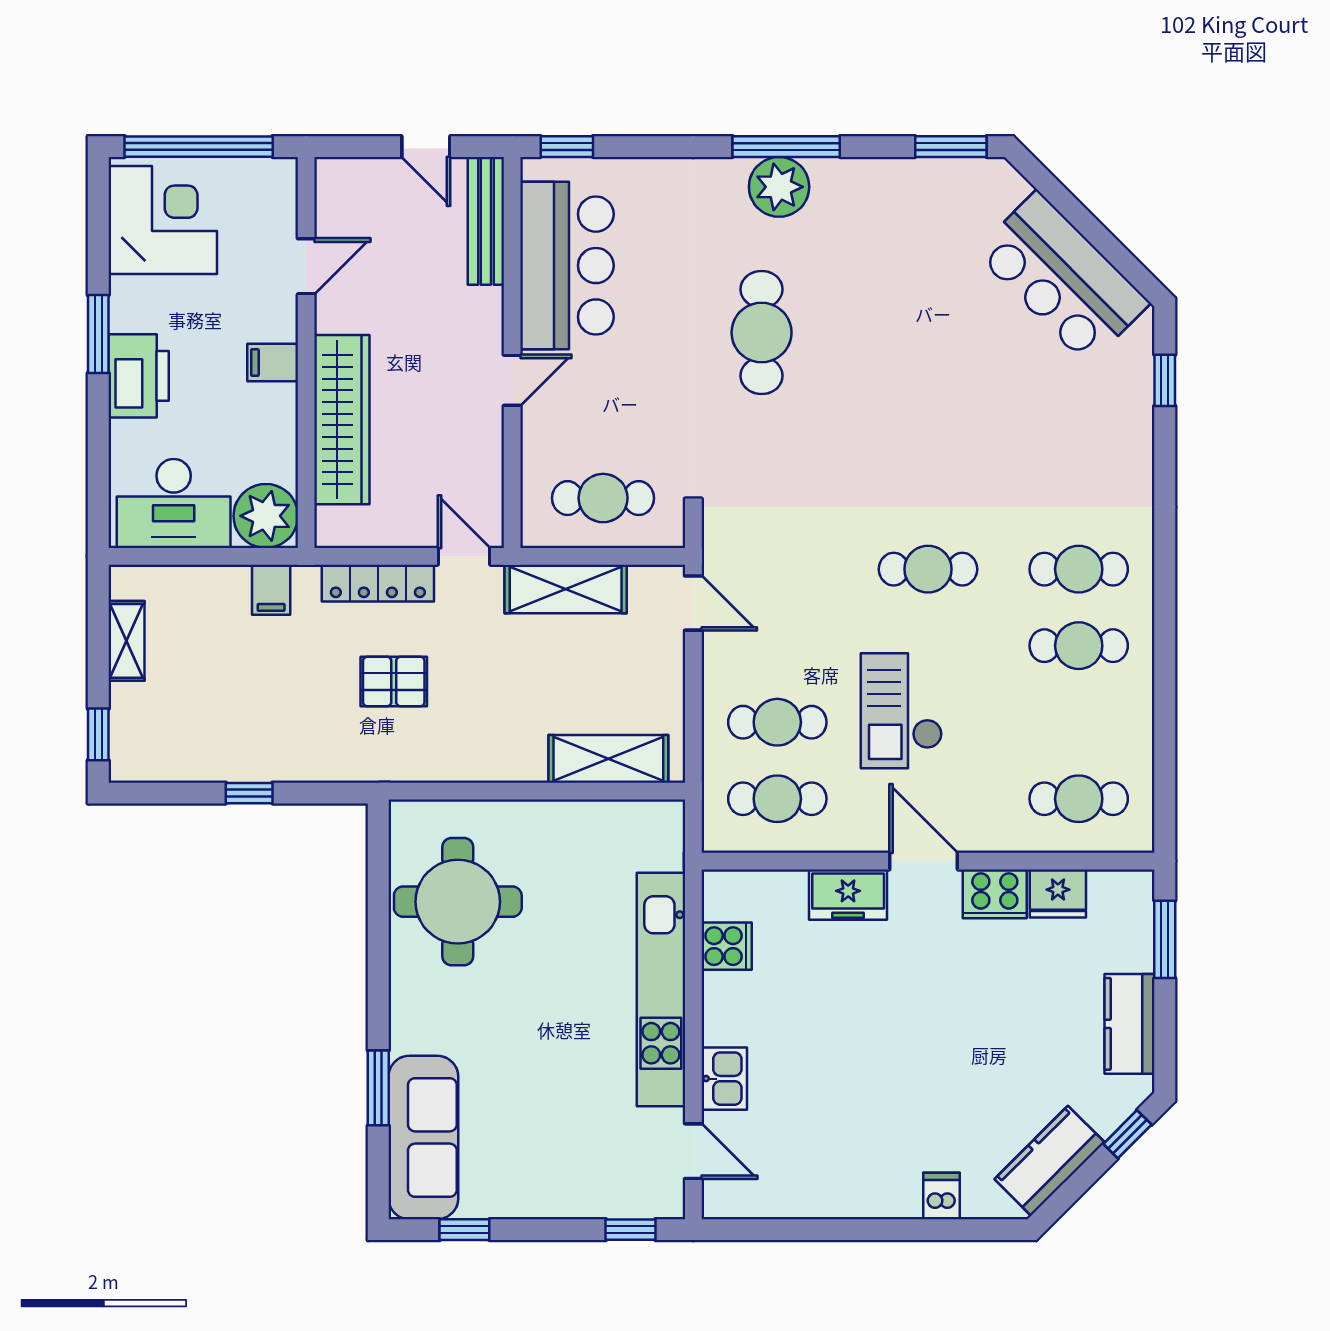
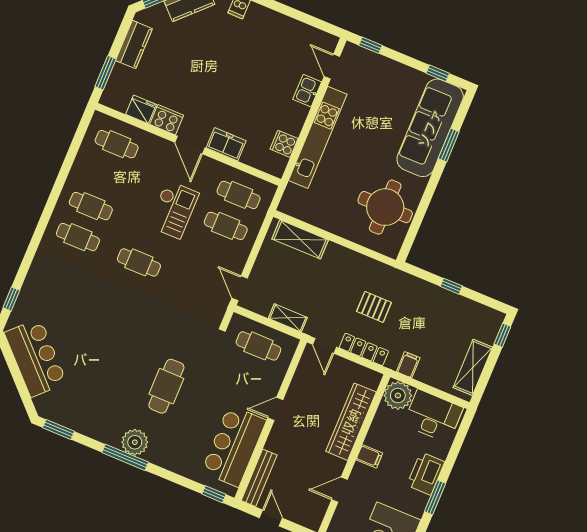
shelving: (566, 589) -> (288, 318), width x0.67, depth x0.75
shelving: (126, 641) -> (473, 367), width x1.50, depth x1.33
sofa: (423, 1137) -> (430, 128), width x1.36, depth x1.27

